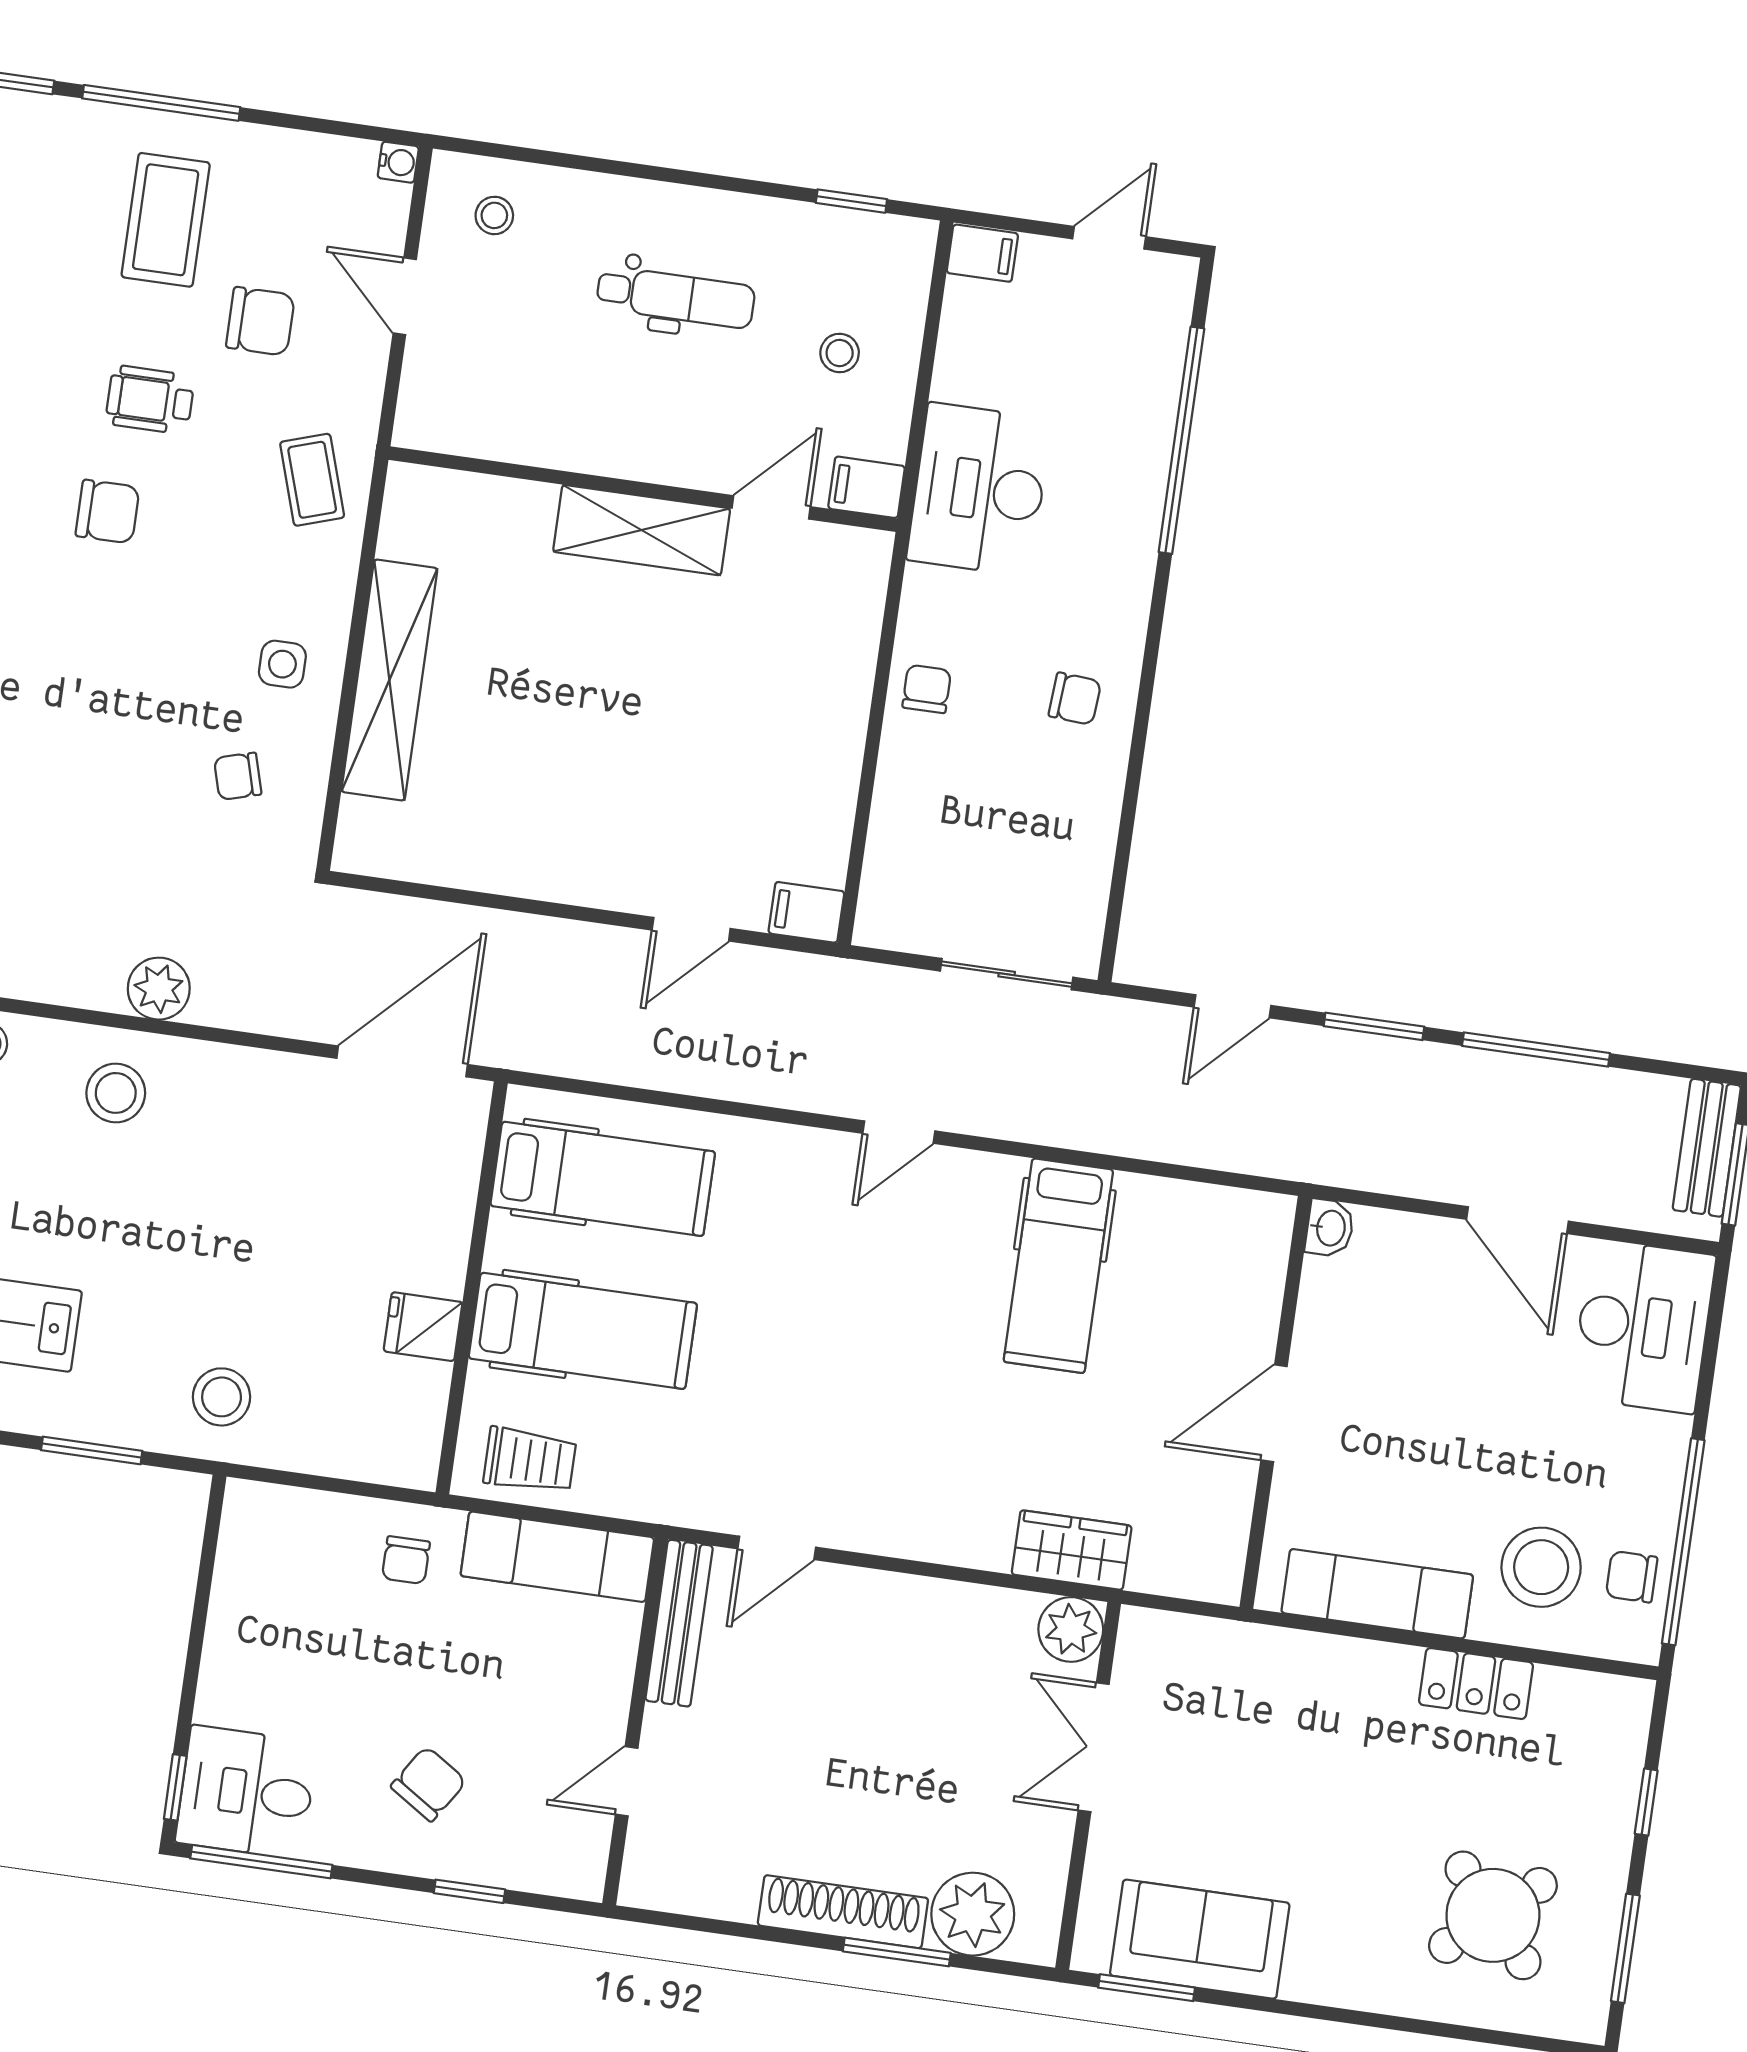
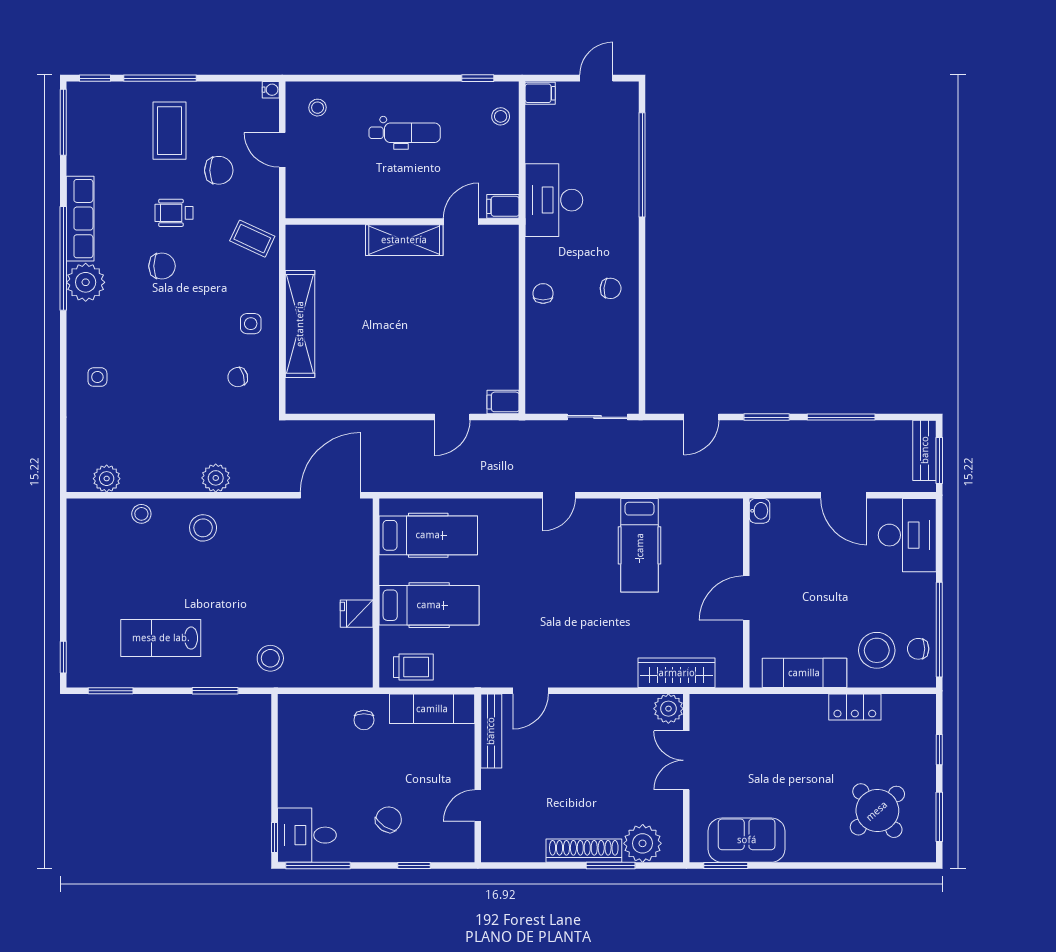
stool: (840, 353) -> (501, 116), moved
coffee table: (312, 480) -> (252, 239), turned -47
wardrobe: (1072, 1550) -> (677, 673), width x1.50

